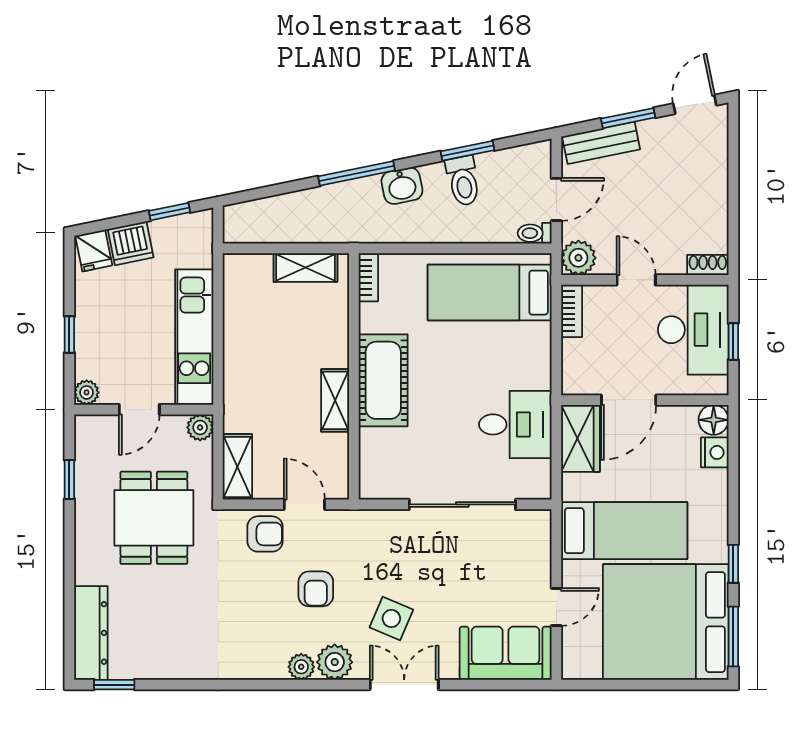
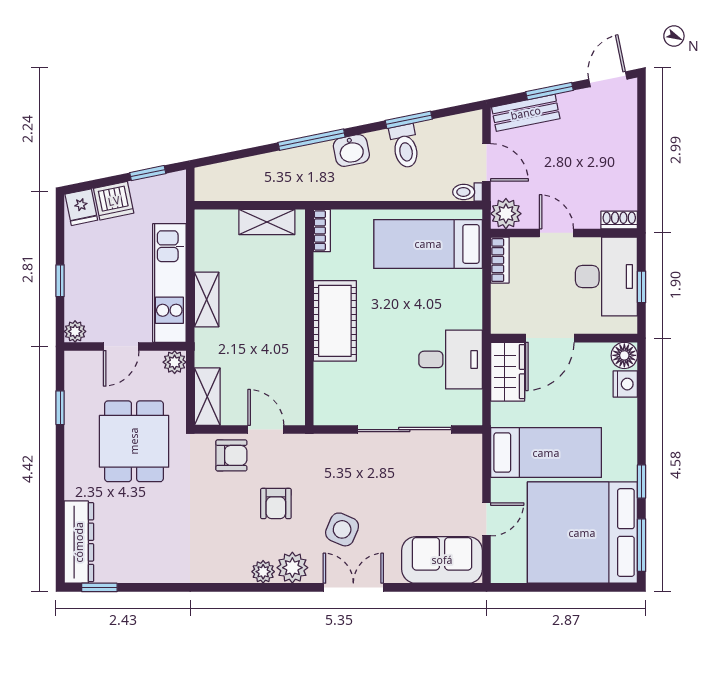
door: (556, 199) -> (487, 162), hinge flipped
shelving: (335, 400) -> (207, 299), moved

